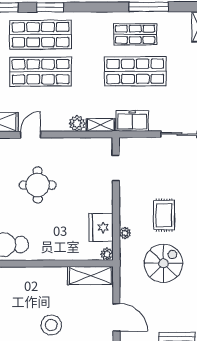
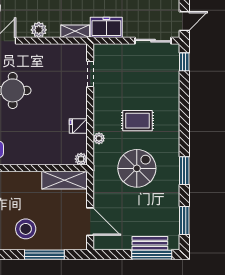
plant: (77, 123) -> (39, 30), moved
rug: (164, 215) -> (137, 121), turned 90
fridge: (101, 227) -> (78, 126), width x0.53, depth x0.75

